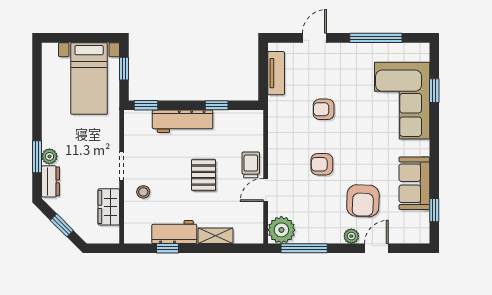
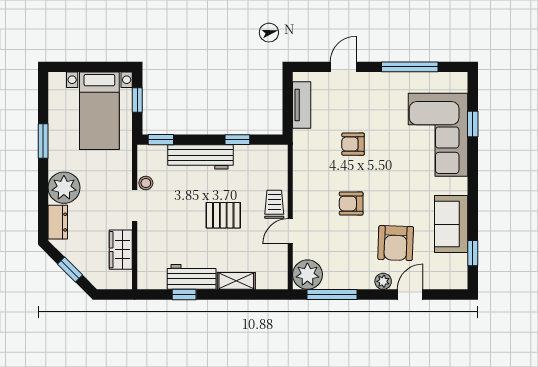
plant: (49, 156) -> (64, 188), width x1.88, depth x1.88
window: (37, 157) -> (43, 141), moved
pallet: (204, 175) -> (223, 215), turned 90
stool: (143, 192) -> (146, 183), moved

